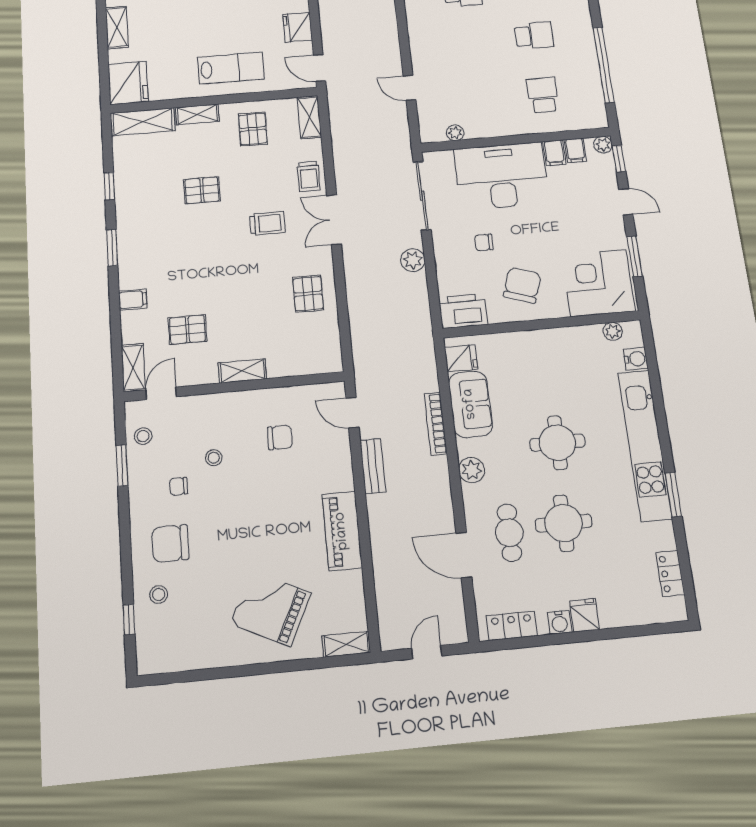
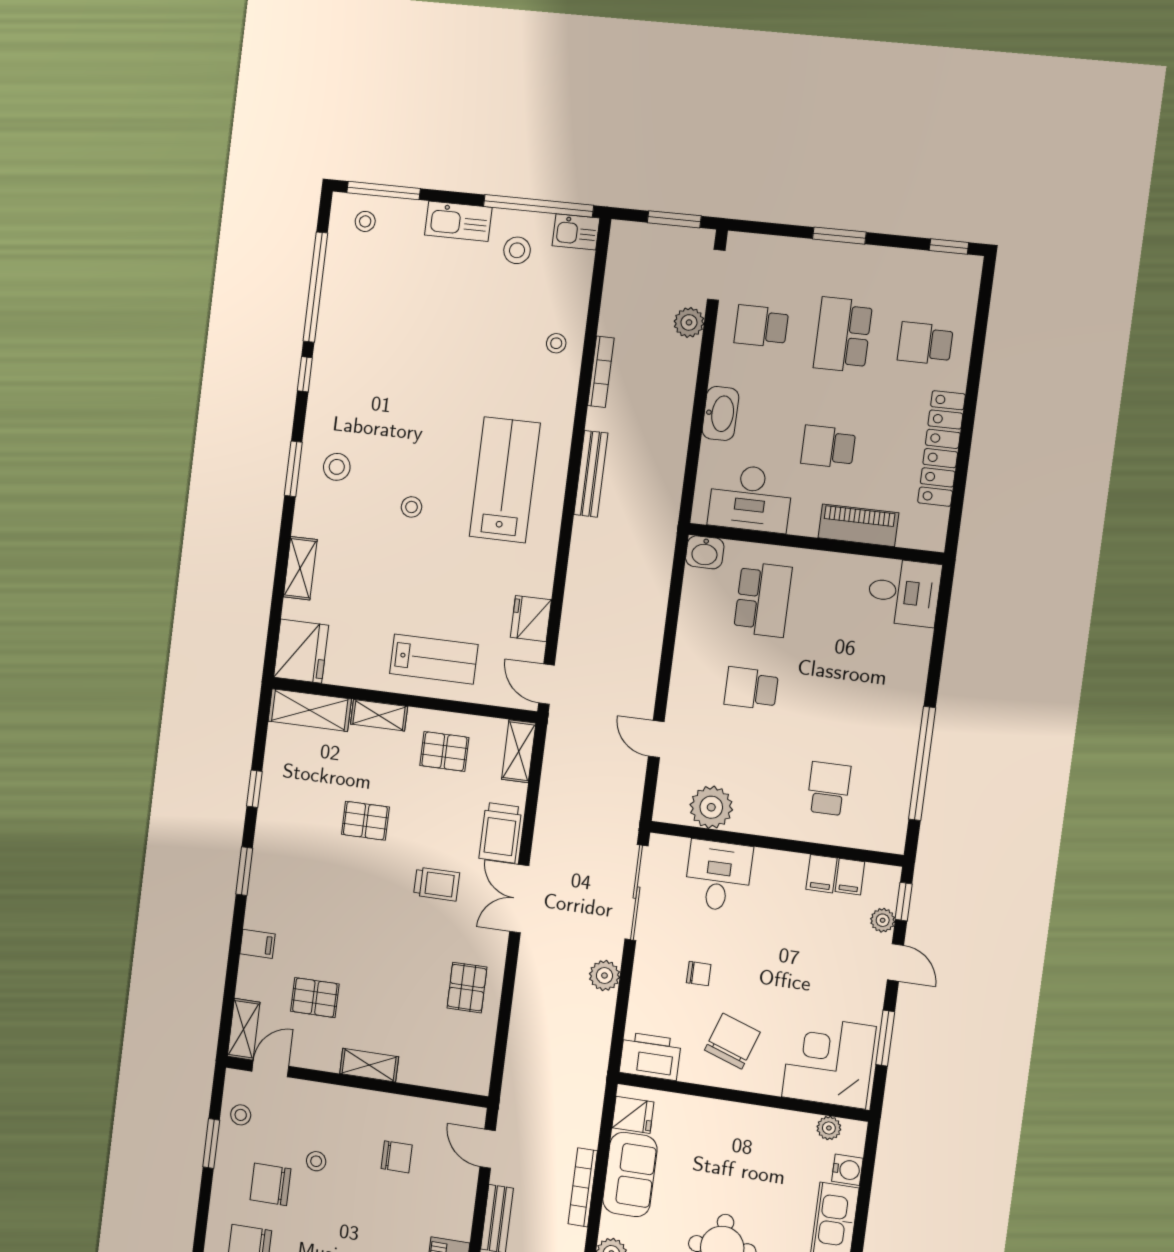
school desk: (534, 36) -> (751, 688), moved, turned 180
pallet: (253, 129) -> (444, 751), turned 90
plant: (455, 133) -> (711, 807), width x1.87, depth x1.87
plant: (603, 145) -> (883, 920), moved
trolley: (309, 176) -> (500, 833), width x1.36, depth x1.39
desk: (501, 176) -> (718, 876), width x0.53, depth x0.77
chair: (484, 242) -> (699, 974), turned 180
chair: (179, 486) -> (270, 1184), width x1.87, depth x1.87

